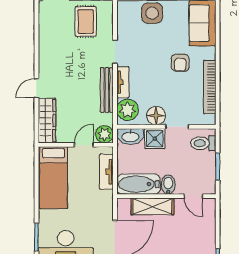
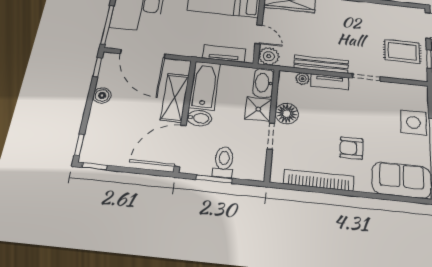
plant: (128, 110) -> (302, 79), width x0.53, depth x0.53
toilet: (203, 143) -> (224, 162), moved
door: (193, 196) -> (180, 146), width x1.87

